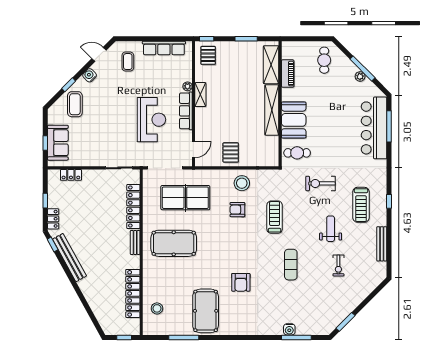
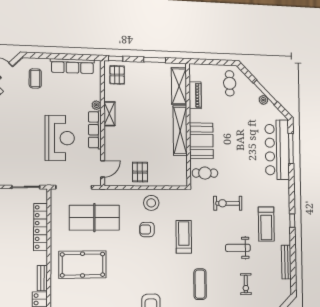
weight bench: (331, 229) -> (238, 248), turned -90
bench: (135, 242) -> (42, 278), moved

